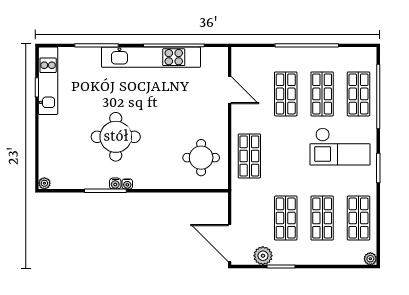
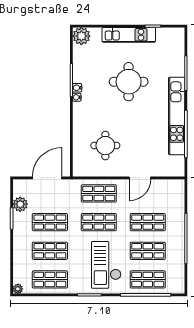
kitchen unit: (48, 81) -> (129, 35), moved
door: (230, 90) -> (140, 178), moved
round table: (116, 137) -> (129, 82), moved
shop shelf: (286, 156) -> (99, 222), added
round table: (201, 158) -> (105, 146), moved
plant: (44, 183) -> (81, 36), width x1.88, depth x1.88
door: (230, 243) -> (47, 178), moved

